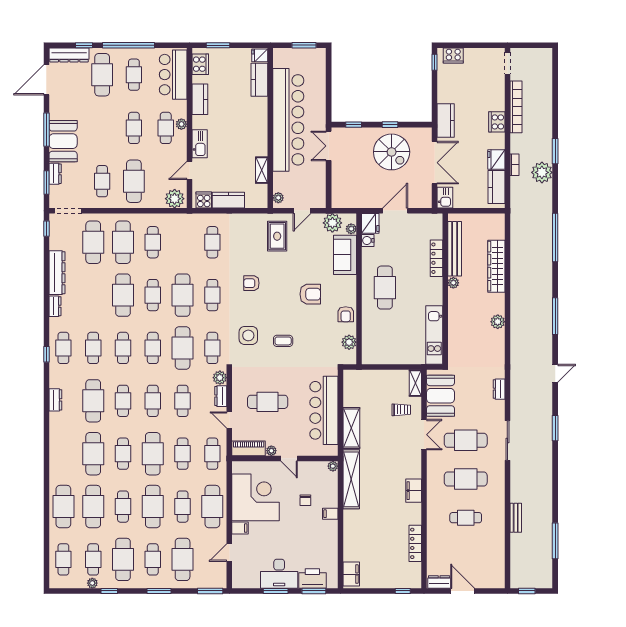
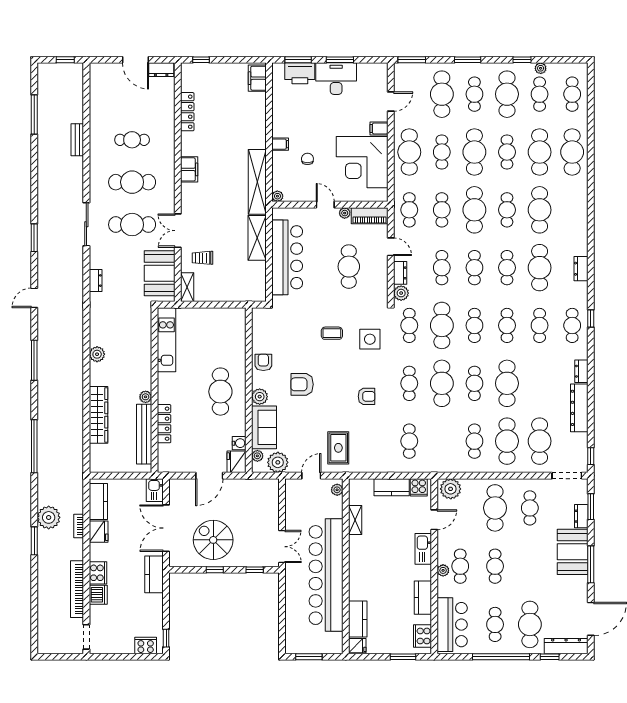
dishwasher: (497, 102) -> (98, 595), added
plant: (349, 342) -> (260, 397), moved
cafe table: (268, 402) -> (349, 267), turned 90

